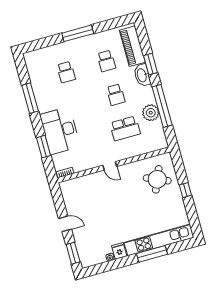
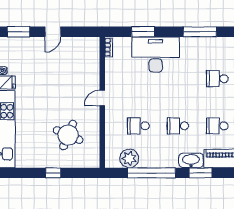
plant: (151, 113) -> (129, 158), moved
school desk: (125, 128) -> (138, 126), width x0.54
round table: (157, 179) -> (68, 135), moved

